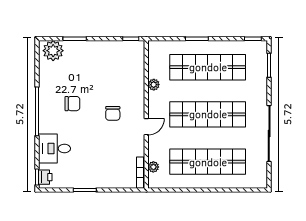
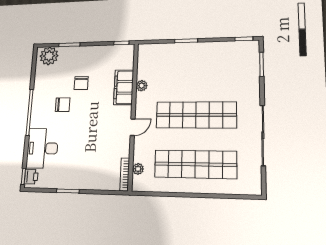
shop shelf: (208, 67) -> (197, 68), removed
filing cabinet: (135, 86) -> (124, 87), added
chair: (113, 113) -> (81, 83), moved
desk: (55, 149) -> (42, 148), width x1.37

